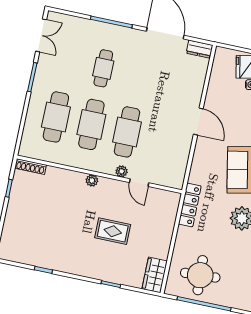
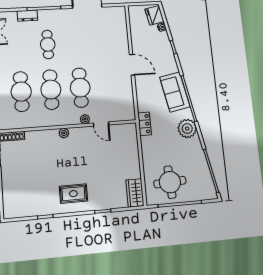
dresser: (199, 49) -> (27, 16), moved
locker: (190, 205) -> (144, 124), width x0.66
rug: (113, 231) -> (73, 194), moved

